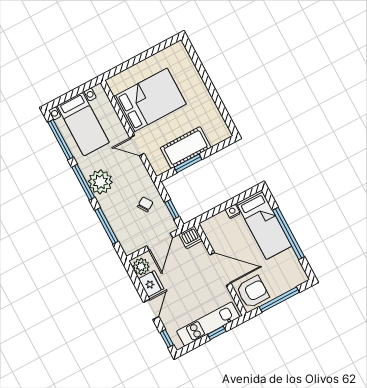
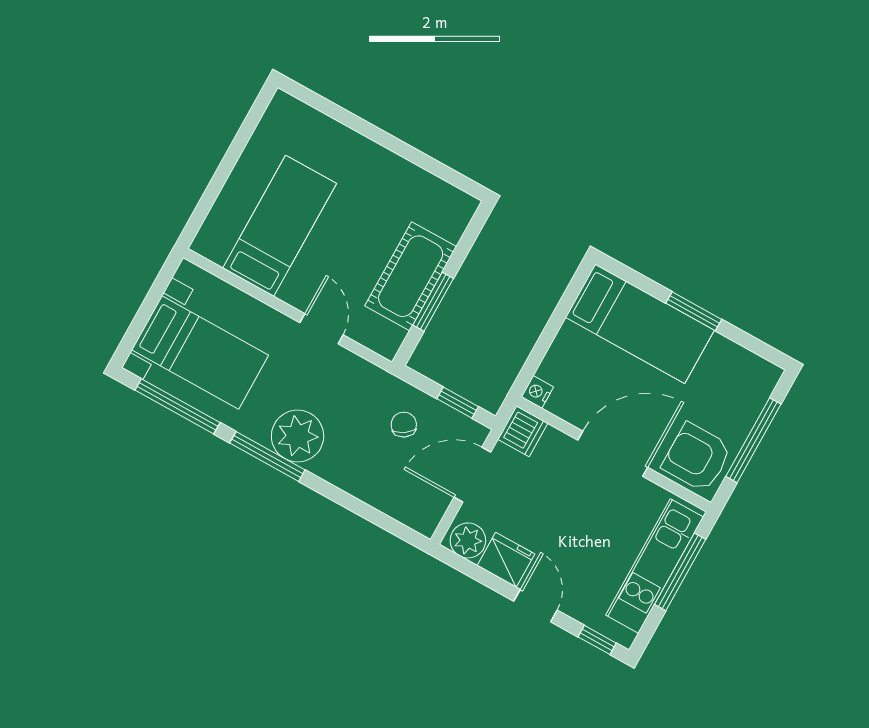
bed: (150, 100) -> (280, 226), width x0.67
door: (137, 146) -> (322, 329), swing flipped
nightstand: (233, 211) -> (537, 392), moved
window: (107, 226) -> (359, 508), removed
window: (288, 233) -> (694, 311), width x0.47
door: (160, 242) -> (472, 475), swing flipped
armchair: (253, 292) -> (697, 457), turned -90
window: (217, 333) -> (680, 572), width x2.17

